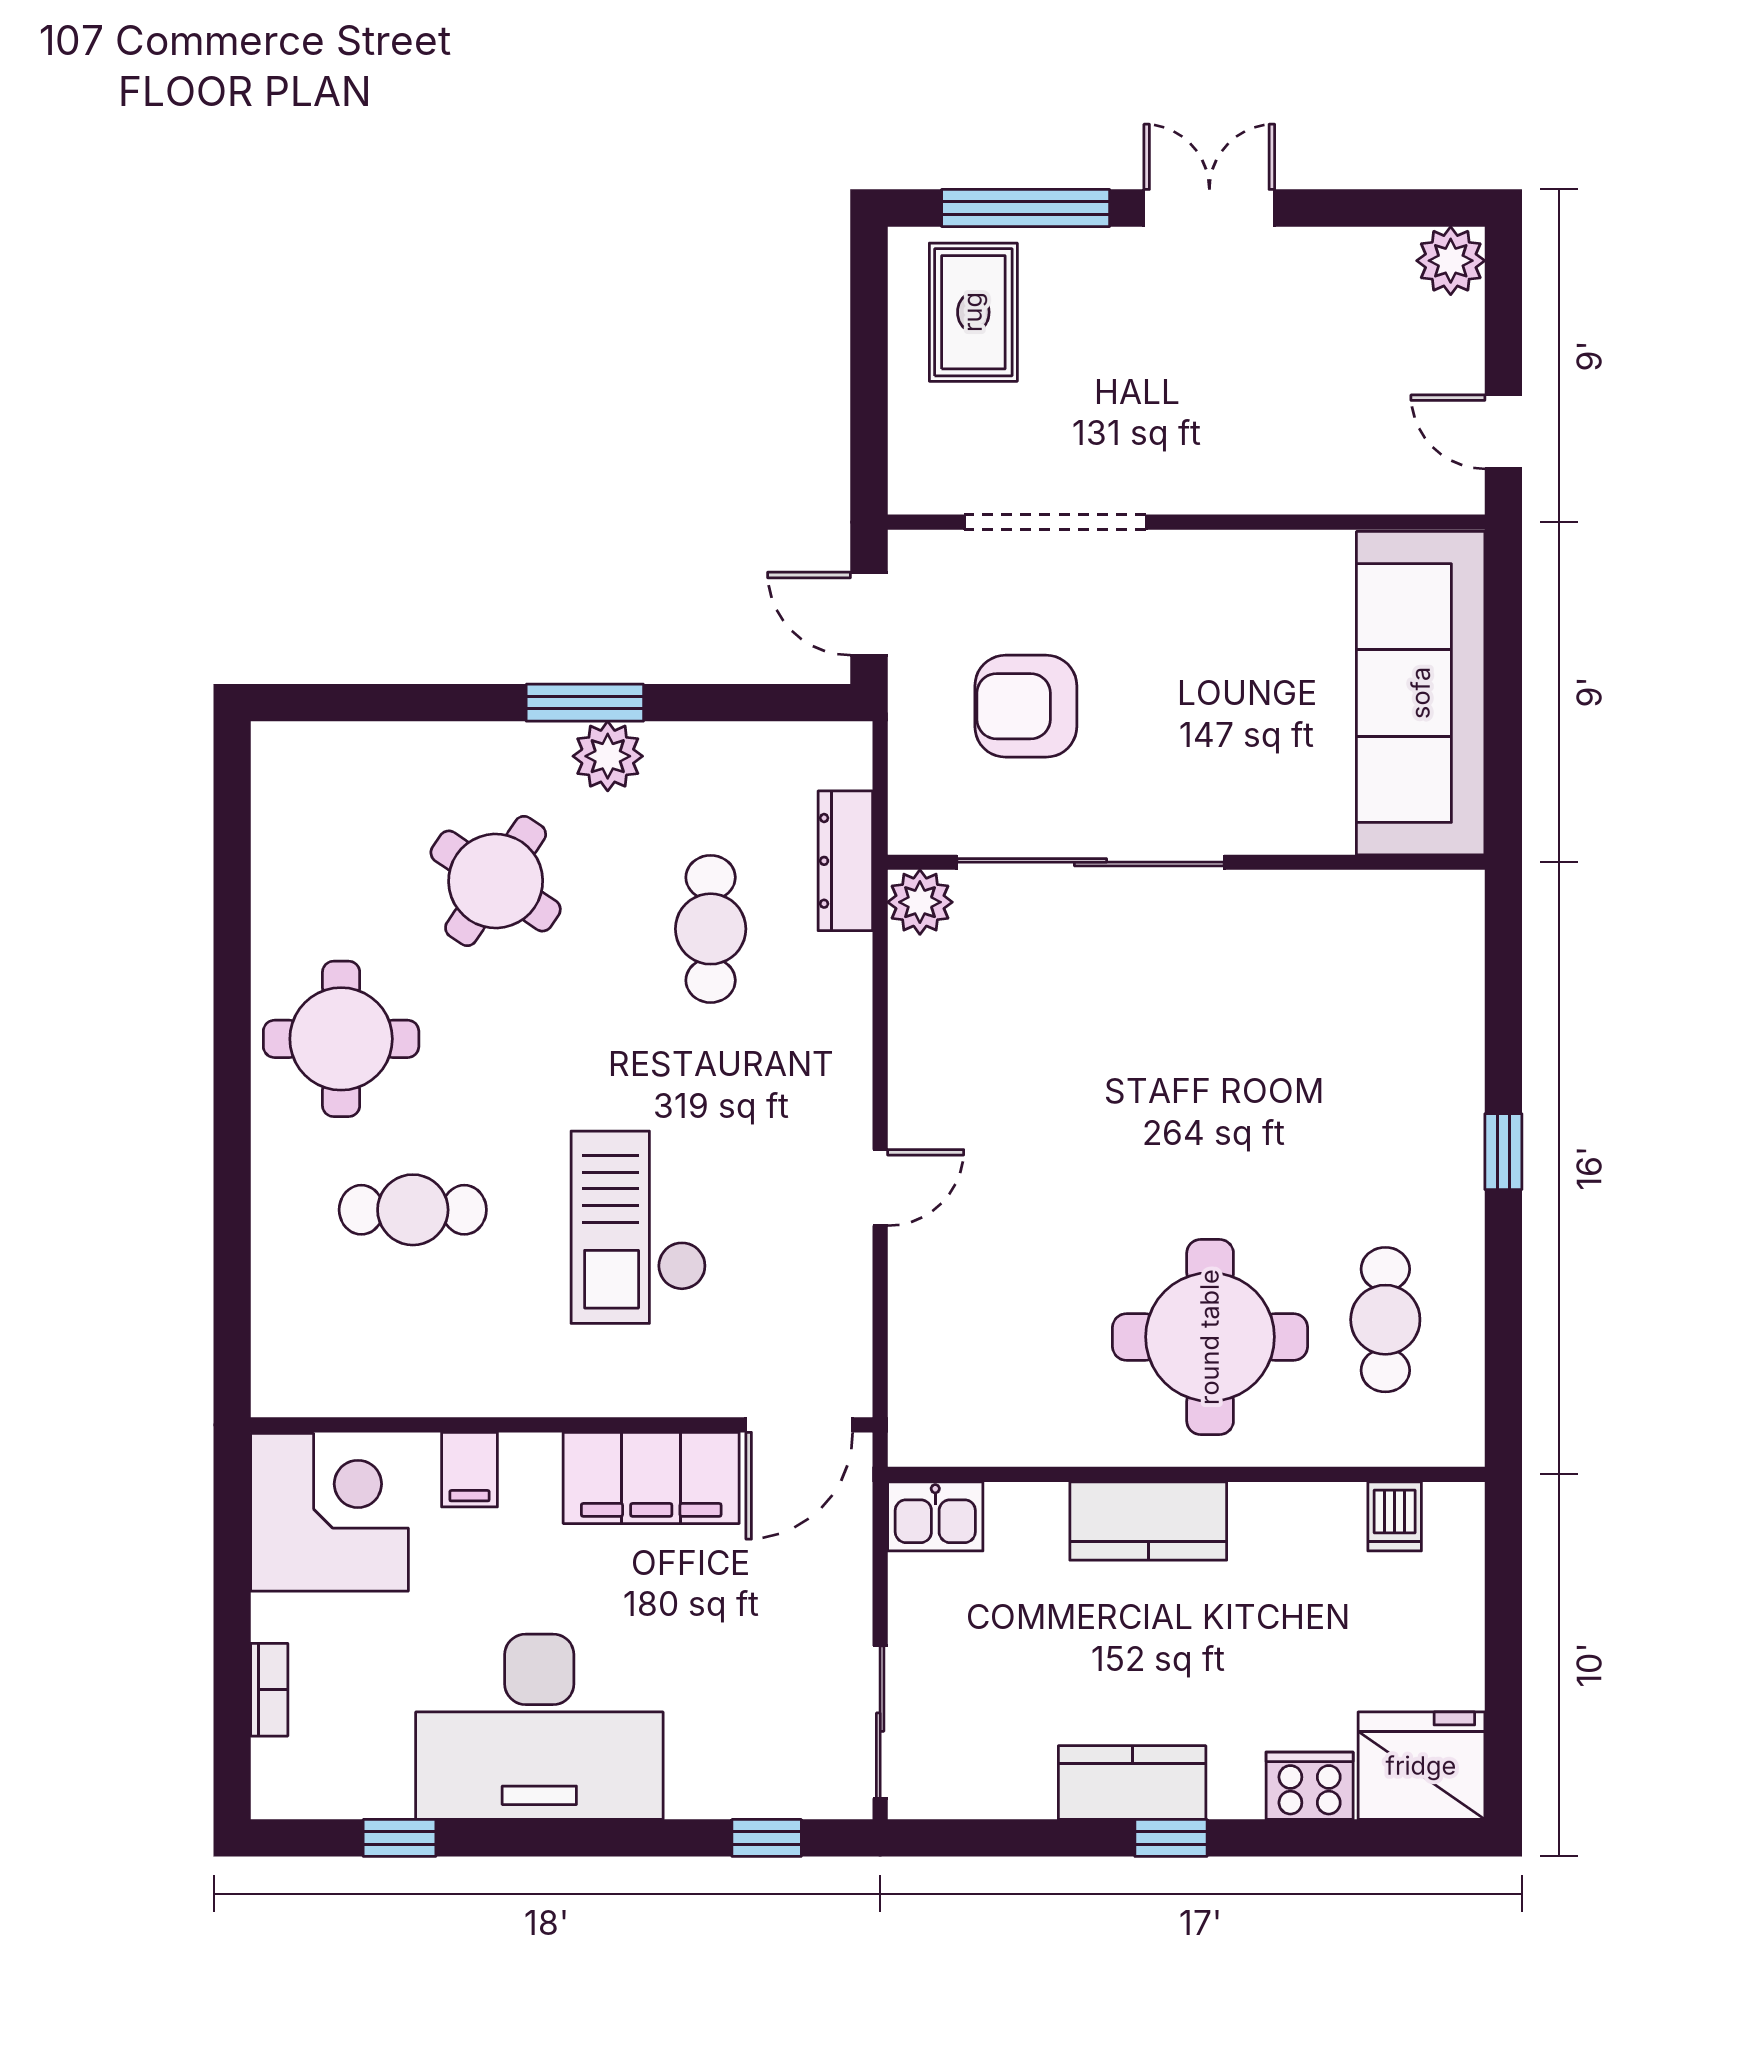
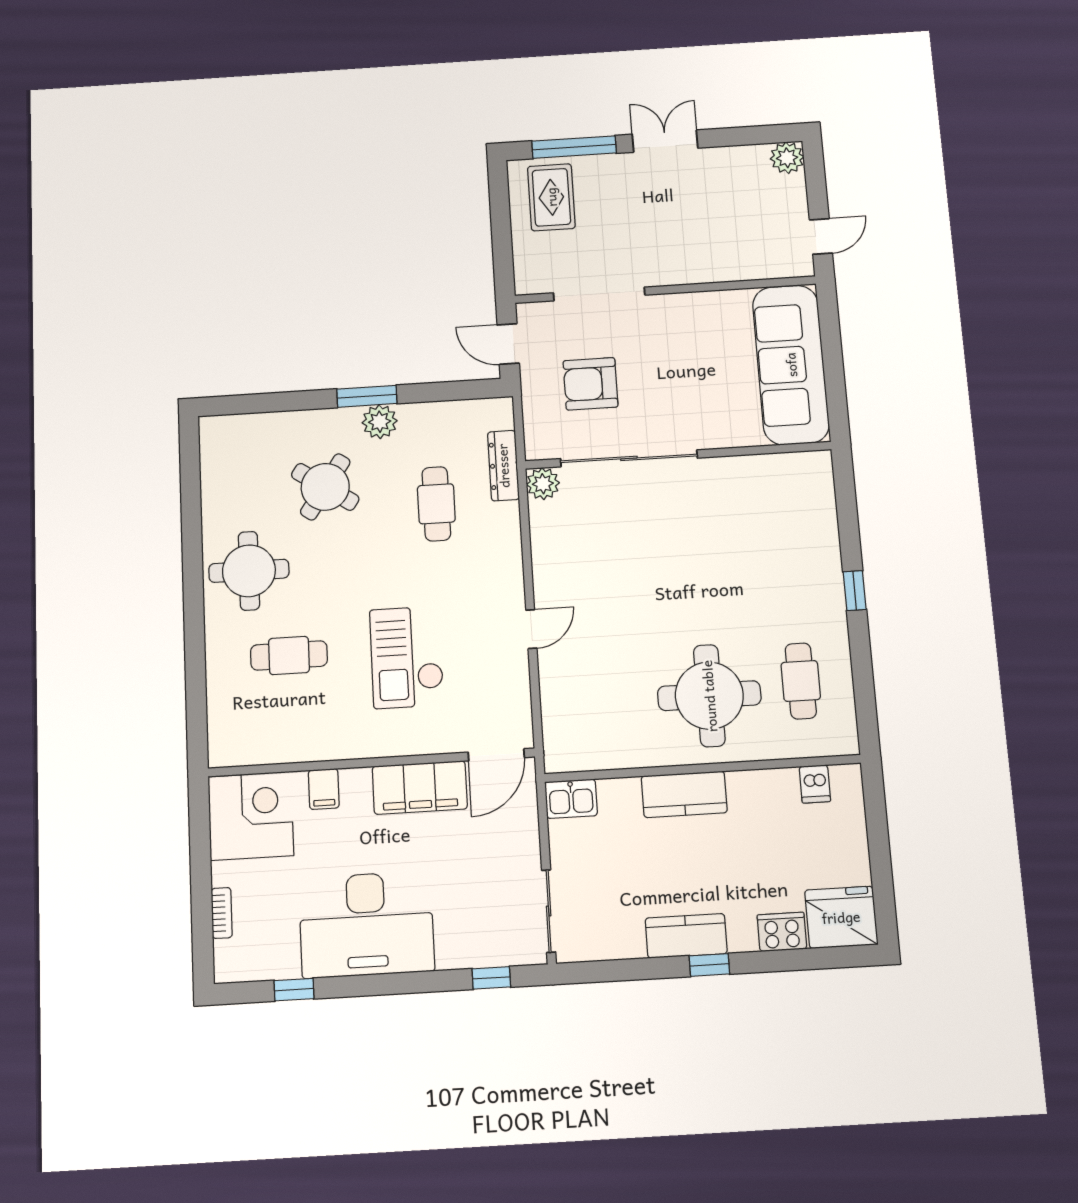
door: (1503, 432) -> (821, 236), swing flipped

